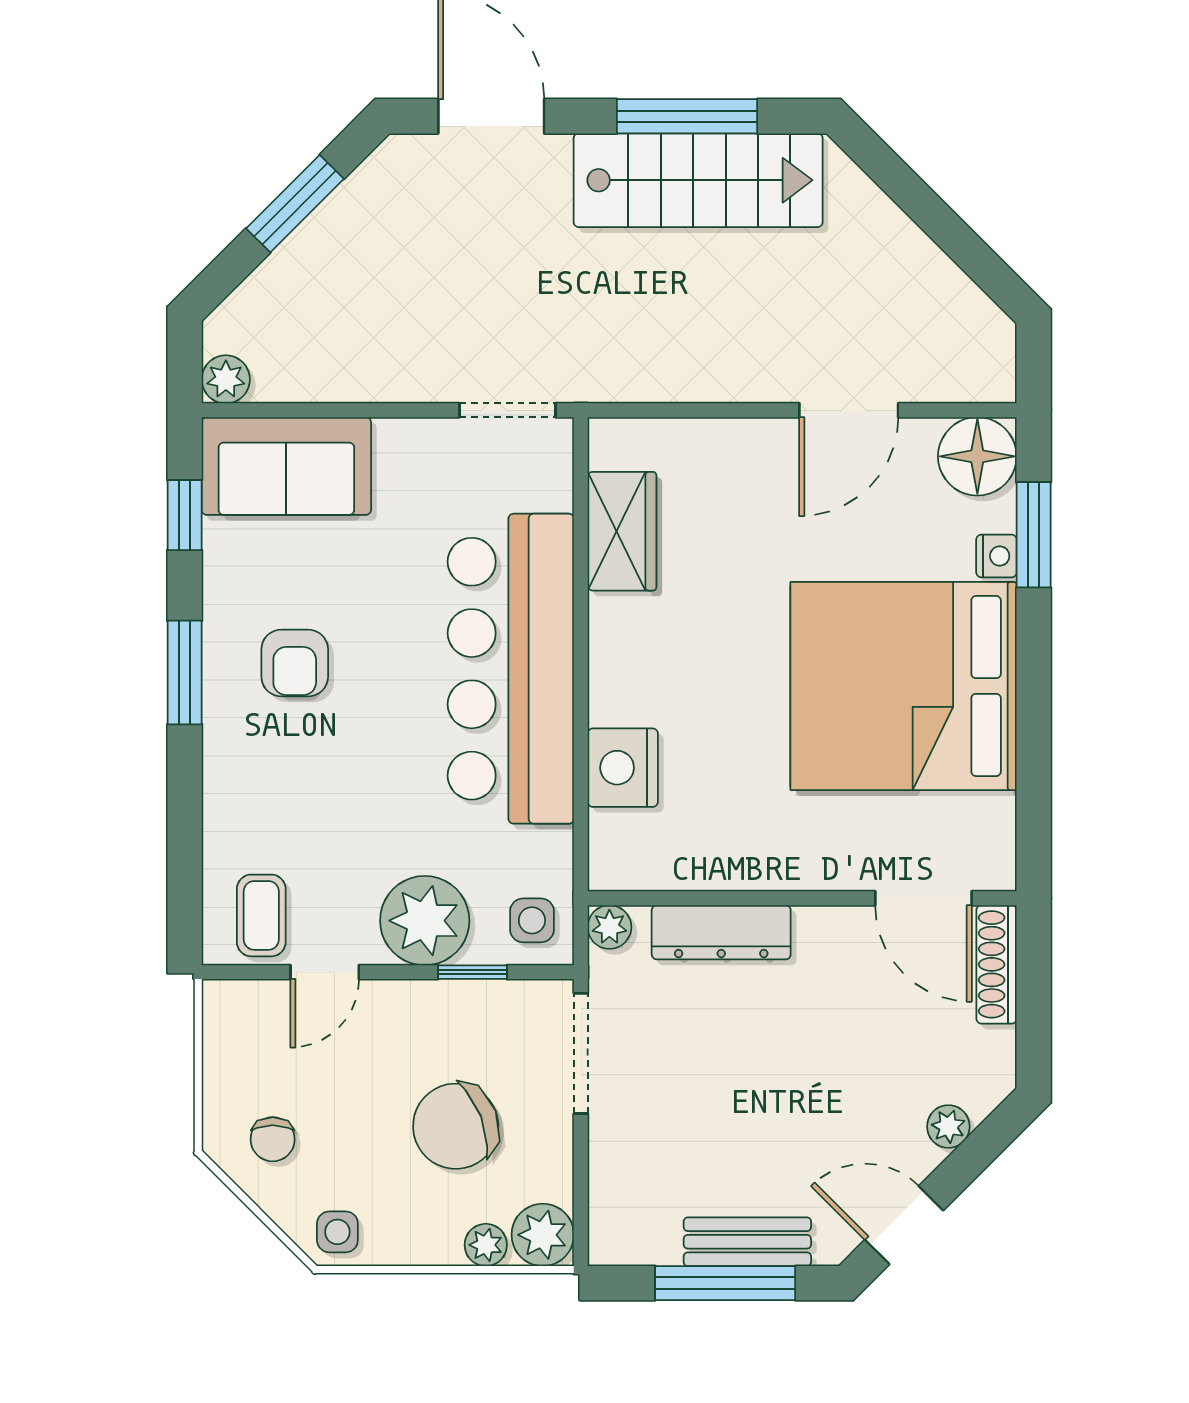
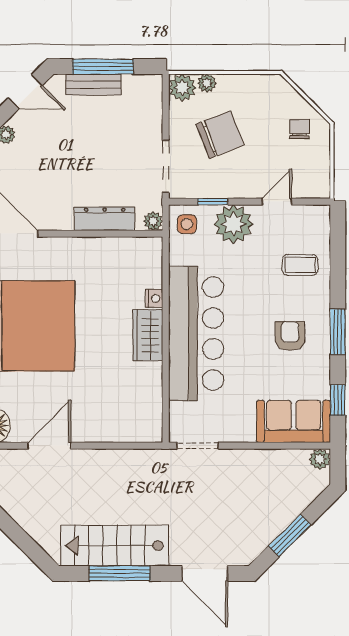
wardrobe: (622, 531) -> (148, 335), moved
nightstand: (623, 768) -> (154, 298), width x0.53, depth x0.56
coffee table: (261, 915) -> (300, 265), moved, turned 90
side table: (337, 1232) -> (271, 89), removed

